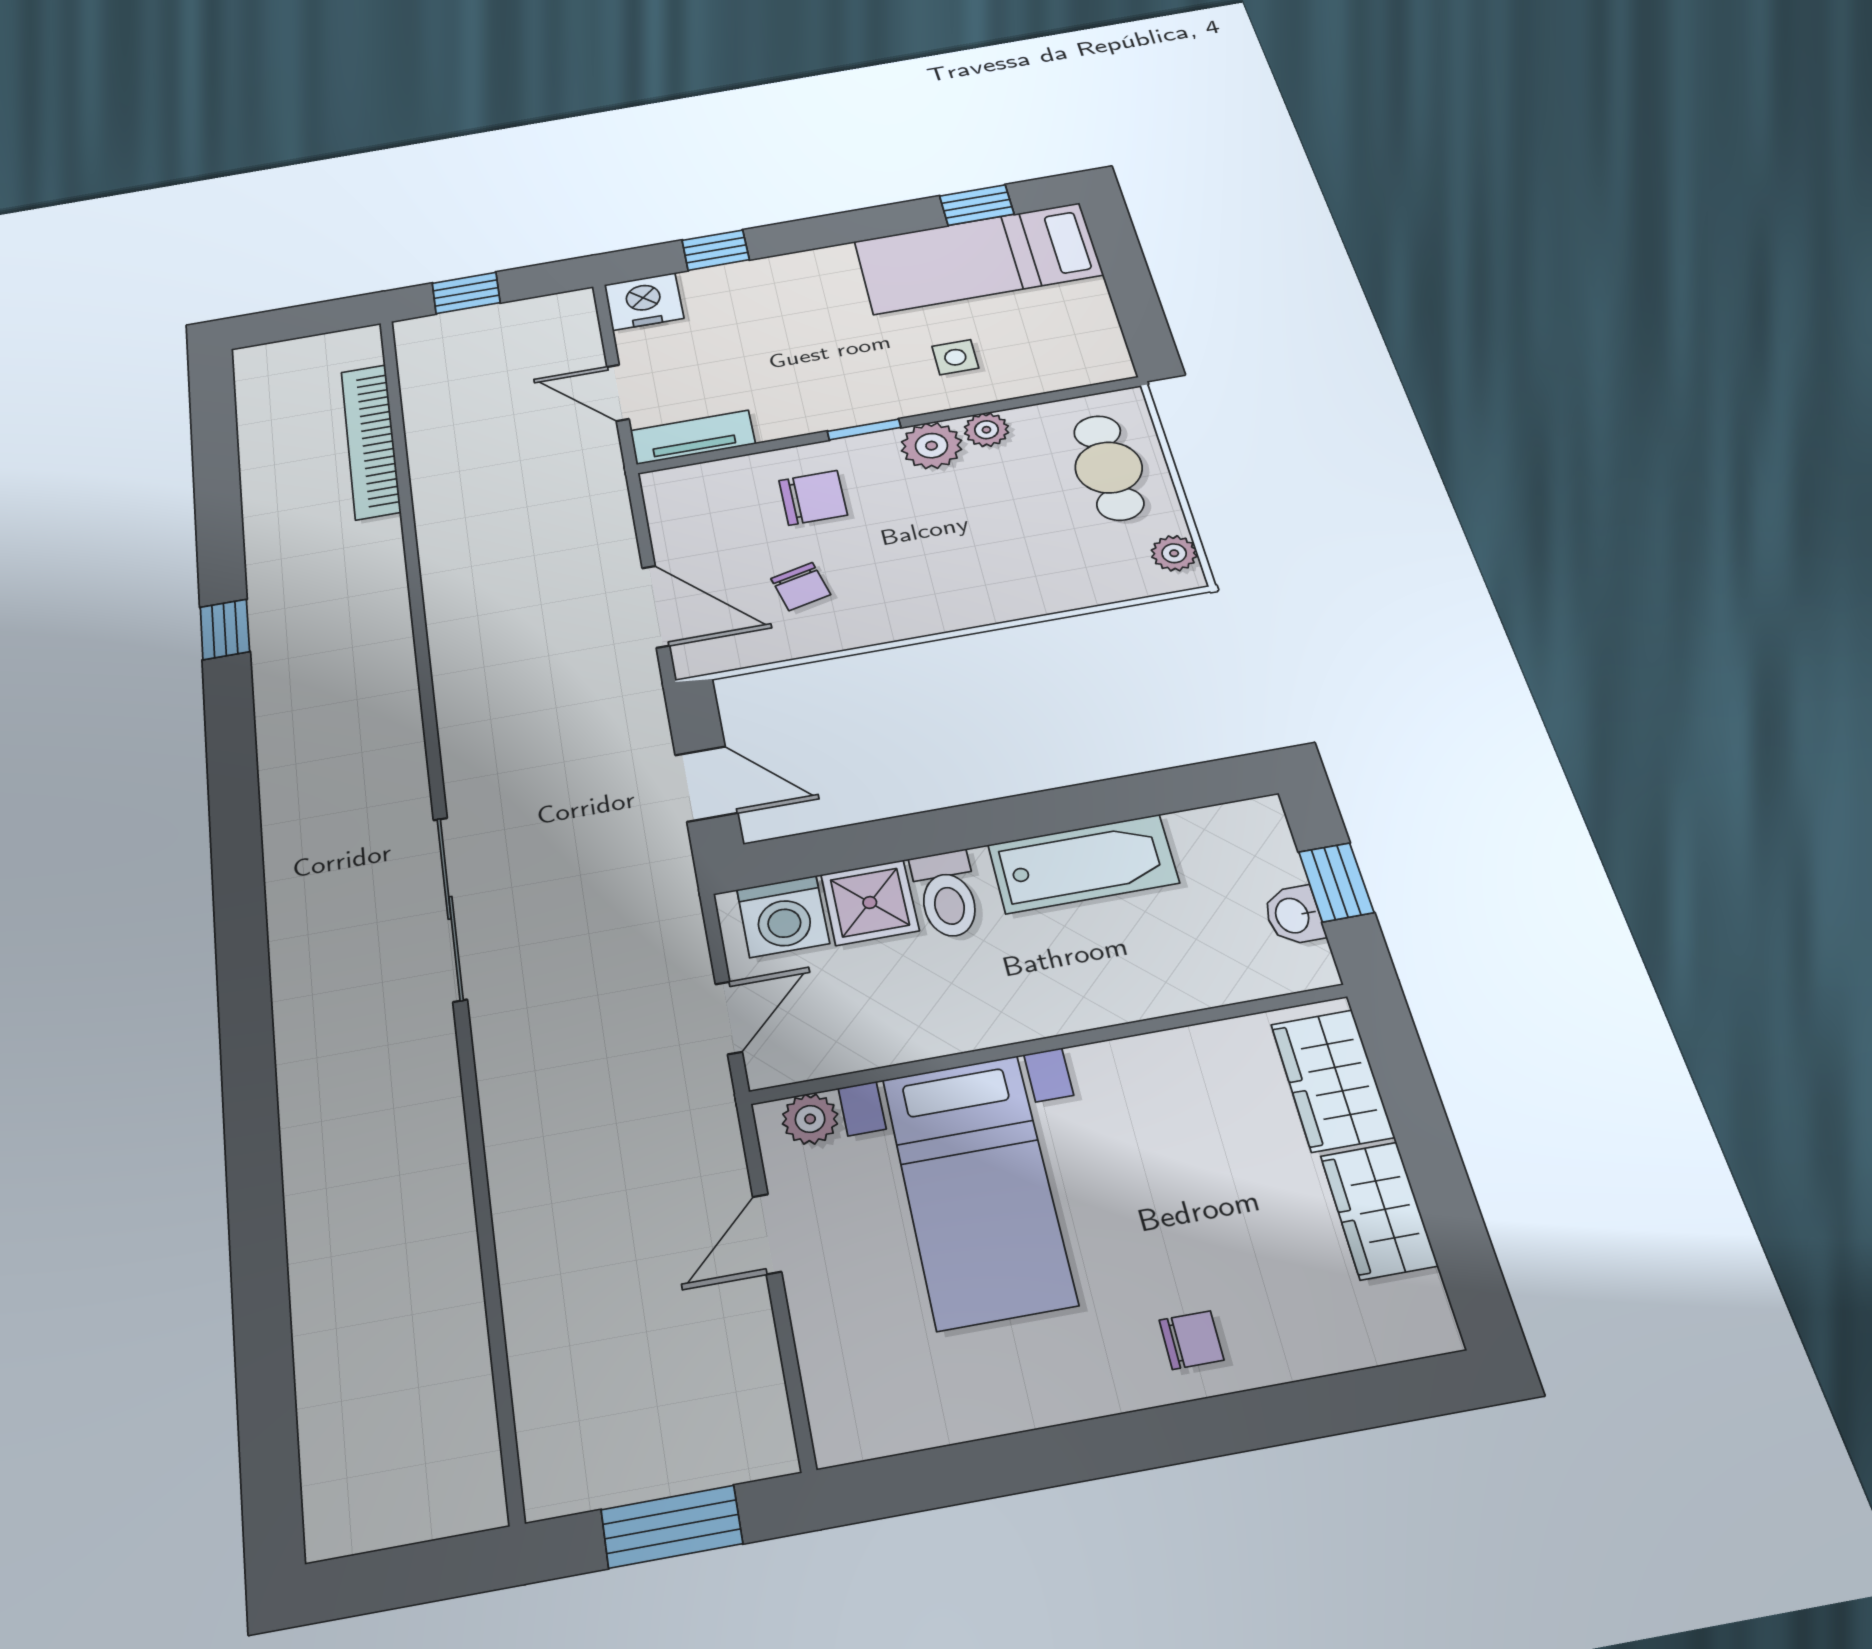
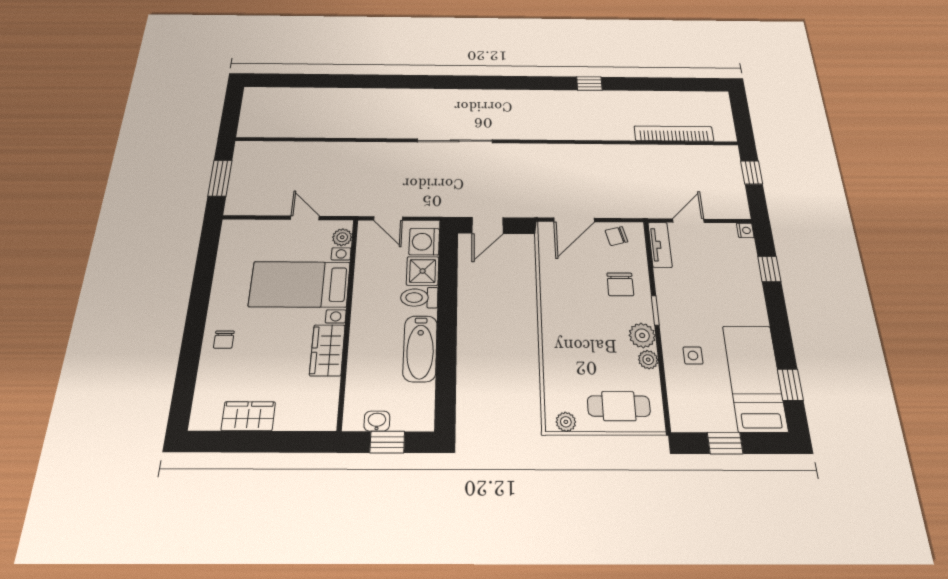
window: (1133, 293) -> (725, 443), added
nightstand: (644, 301) -> (745, 230), width x0.53, depth x0.56
chair: (801, 587) -> (616, 236), moved
wardrobe: (1332, 1080) -> (327, 350), moved, turned -90

